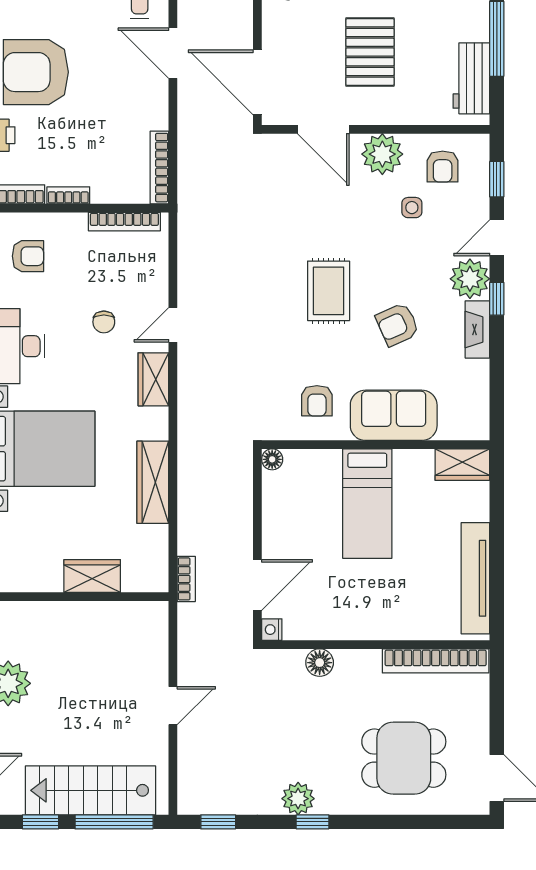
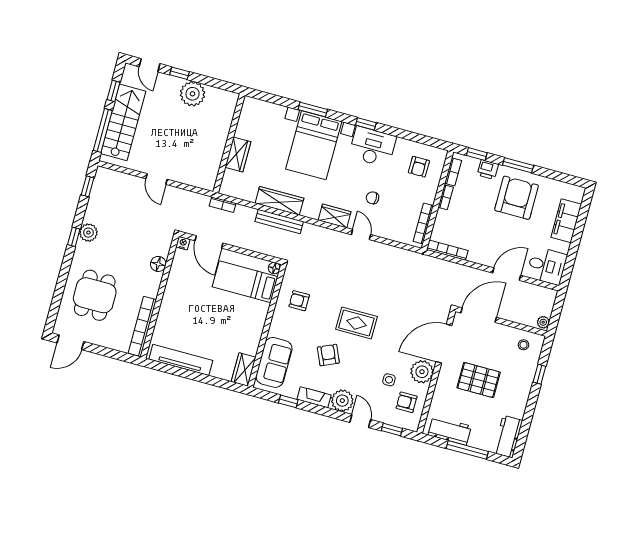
door: (323, 129) -> (444, 344), width x1.36
window: (497, 299) -> (288, 401), moved
sofa: (394, 415) -> (274, 362), moved
bench: (189, 473) -> (279, 222), added
bed: (367, 504) -> (245, 282), moved

